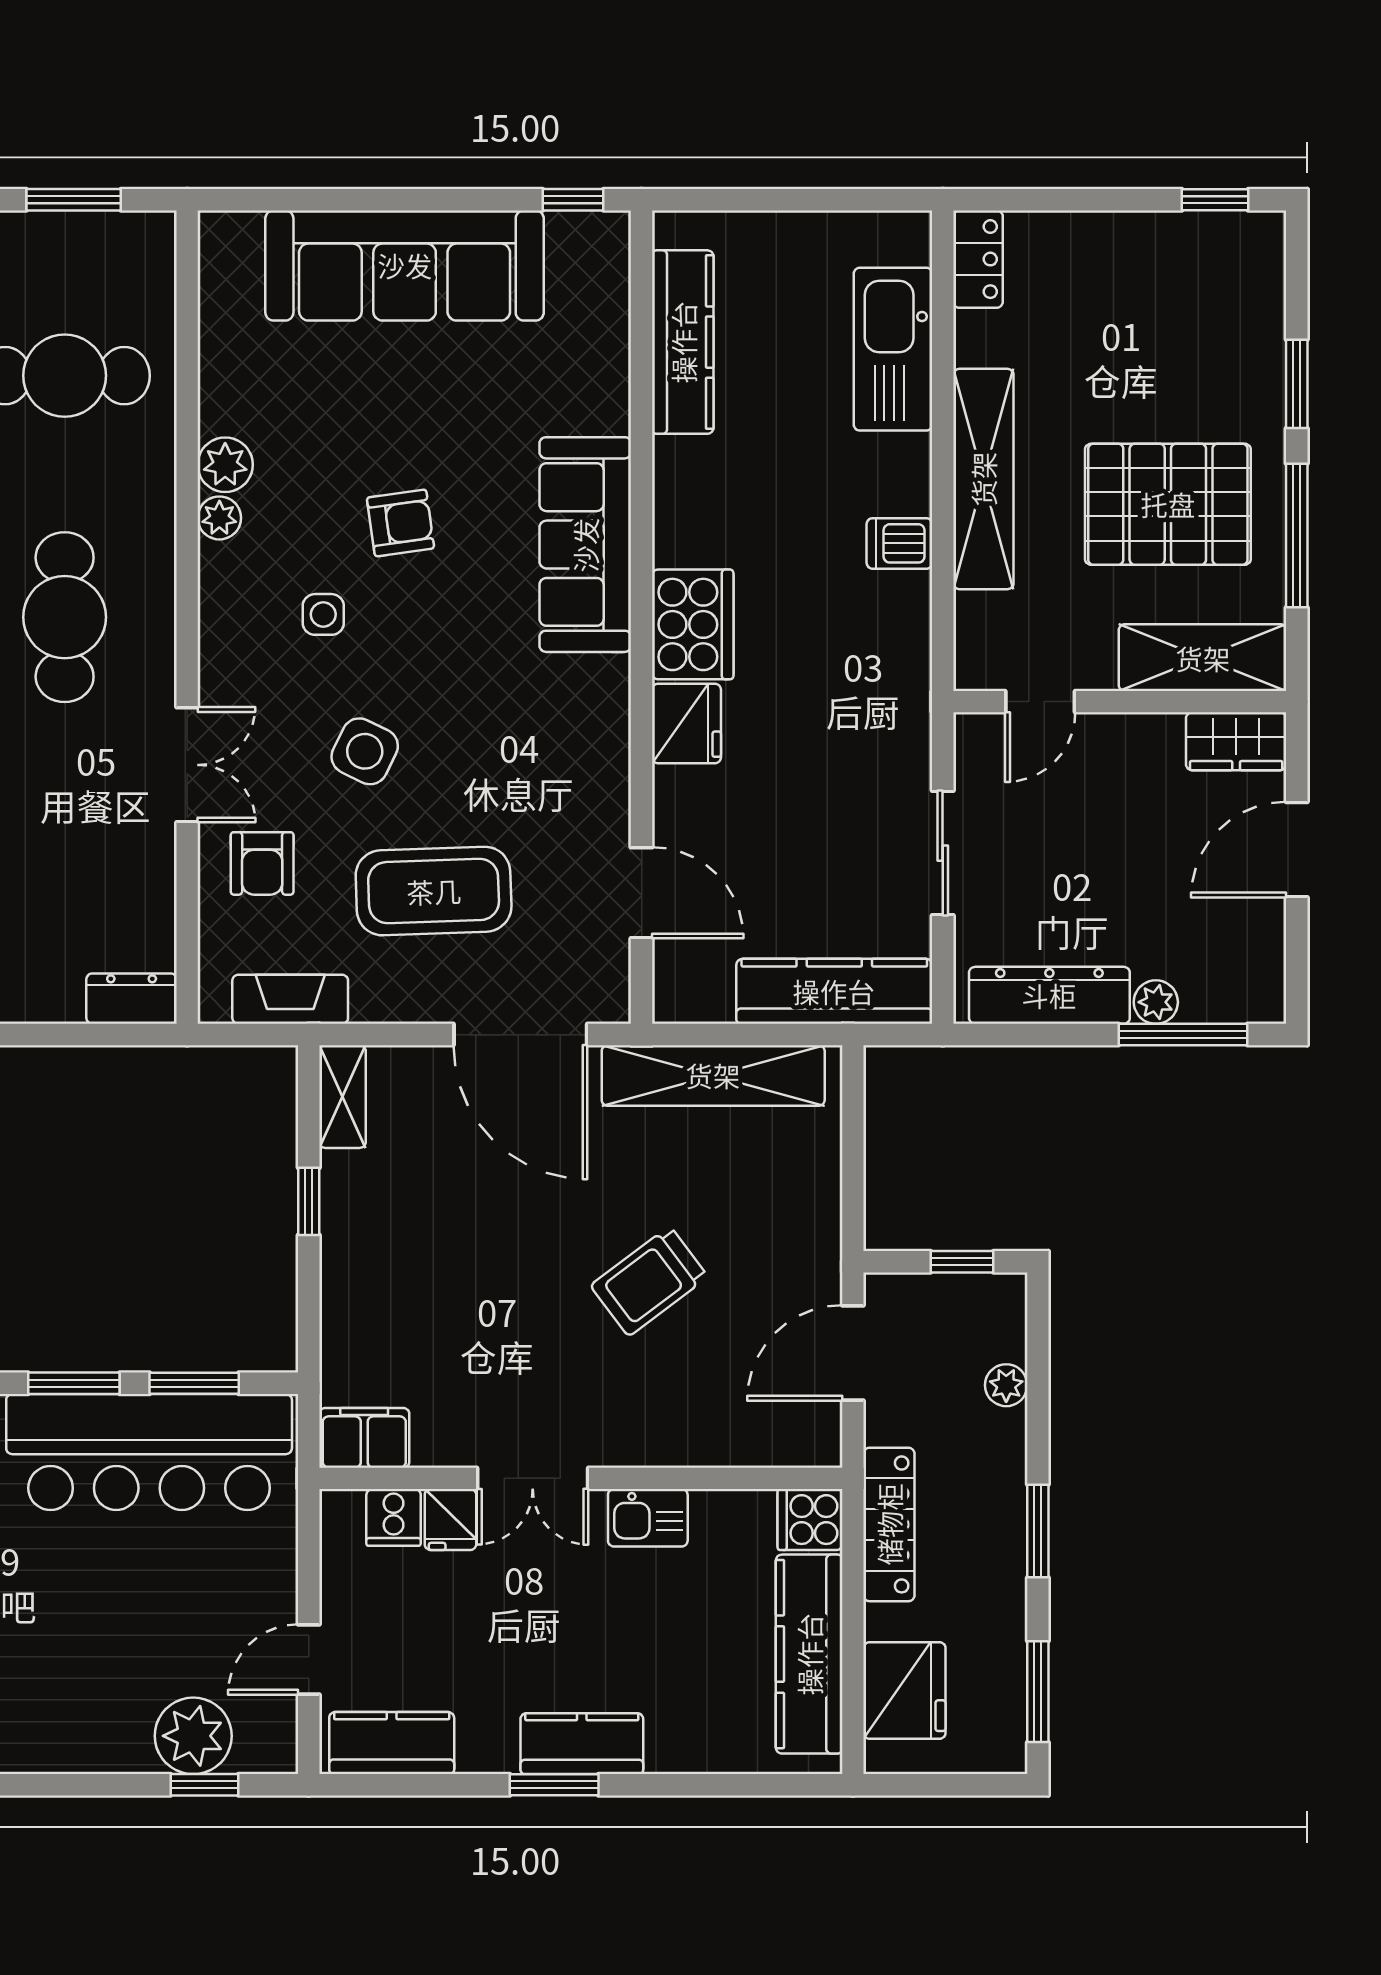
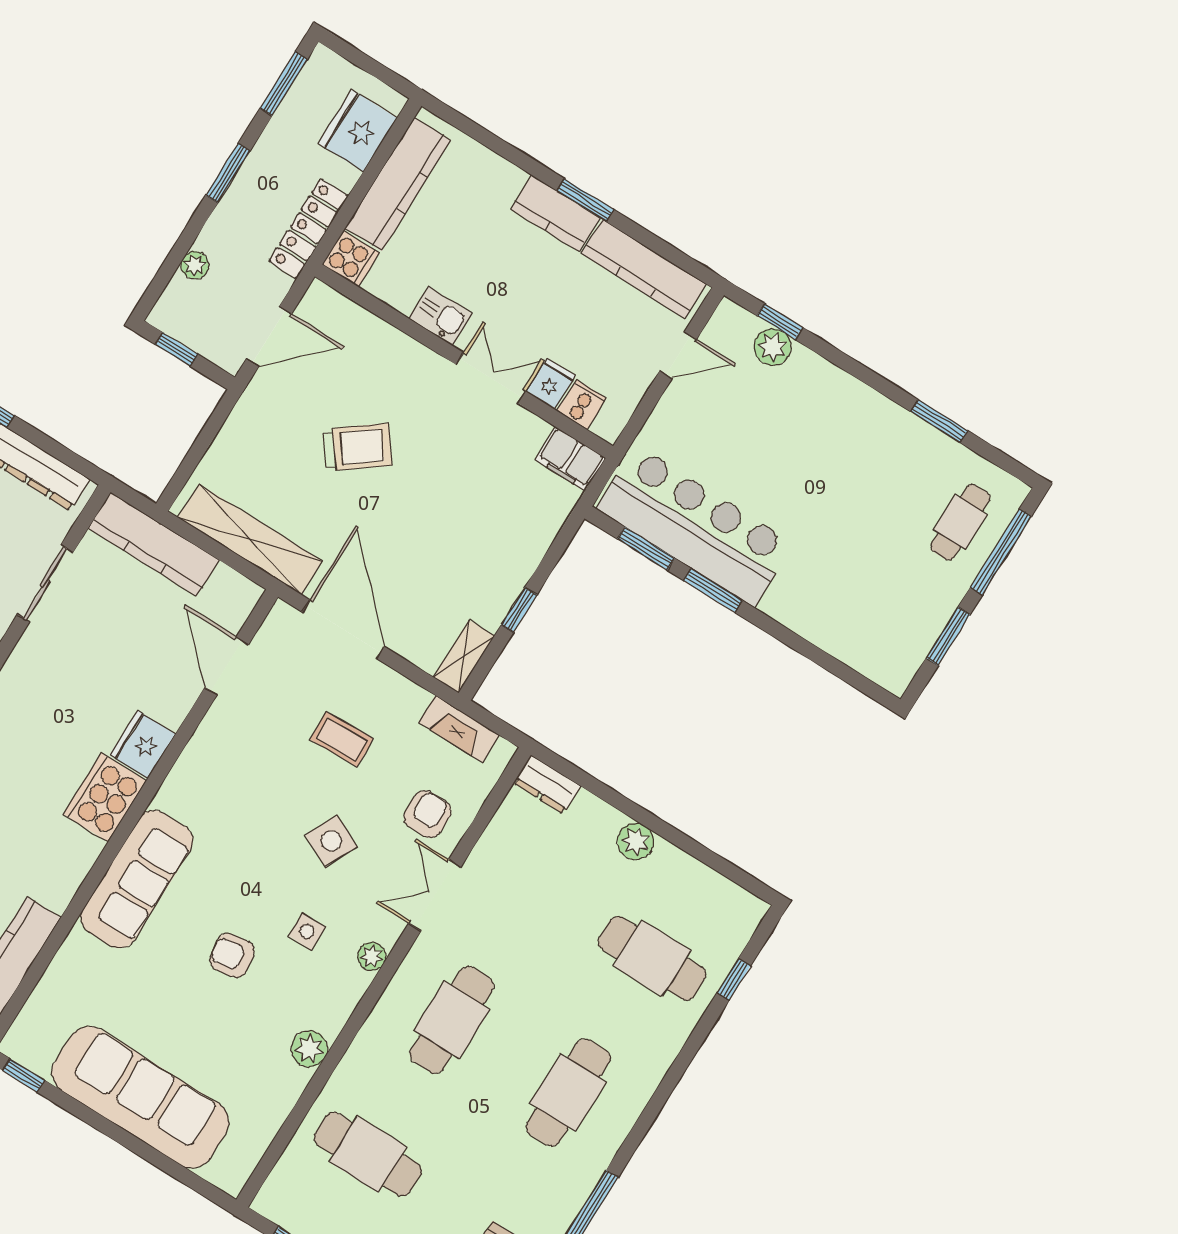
plant: (219, 518) -> (372, 956), moved
coffee table: (434, 891) -> (342, 739), width x0.54, depth x0.58
plant: (193, 1736) -> (773, 347), width x0.73, depth x0.73
kitchen counter: (392, 1743) -> (644, 269), width x1.50

